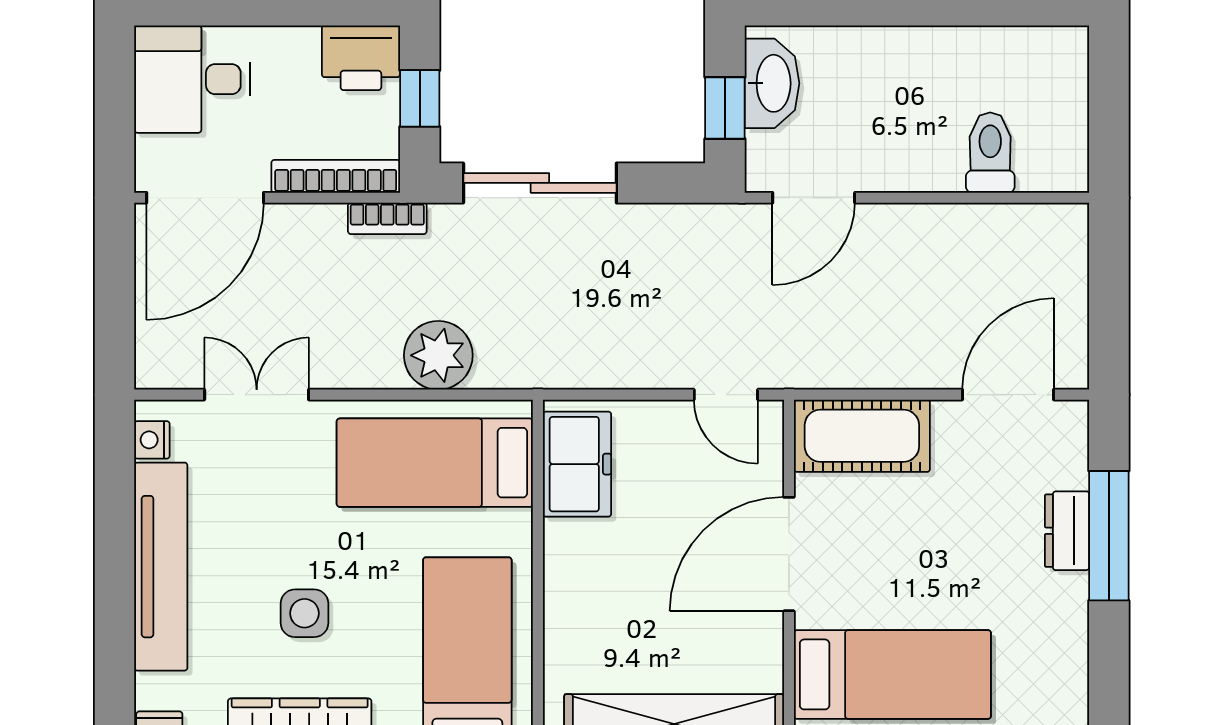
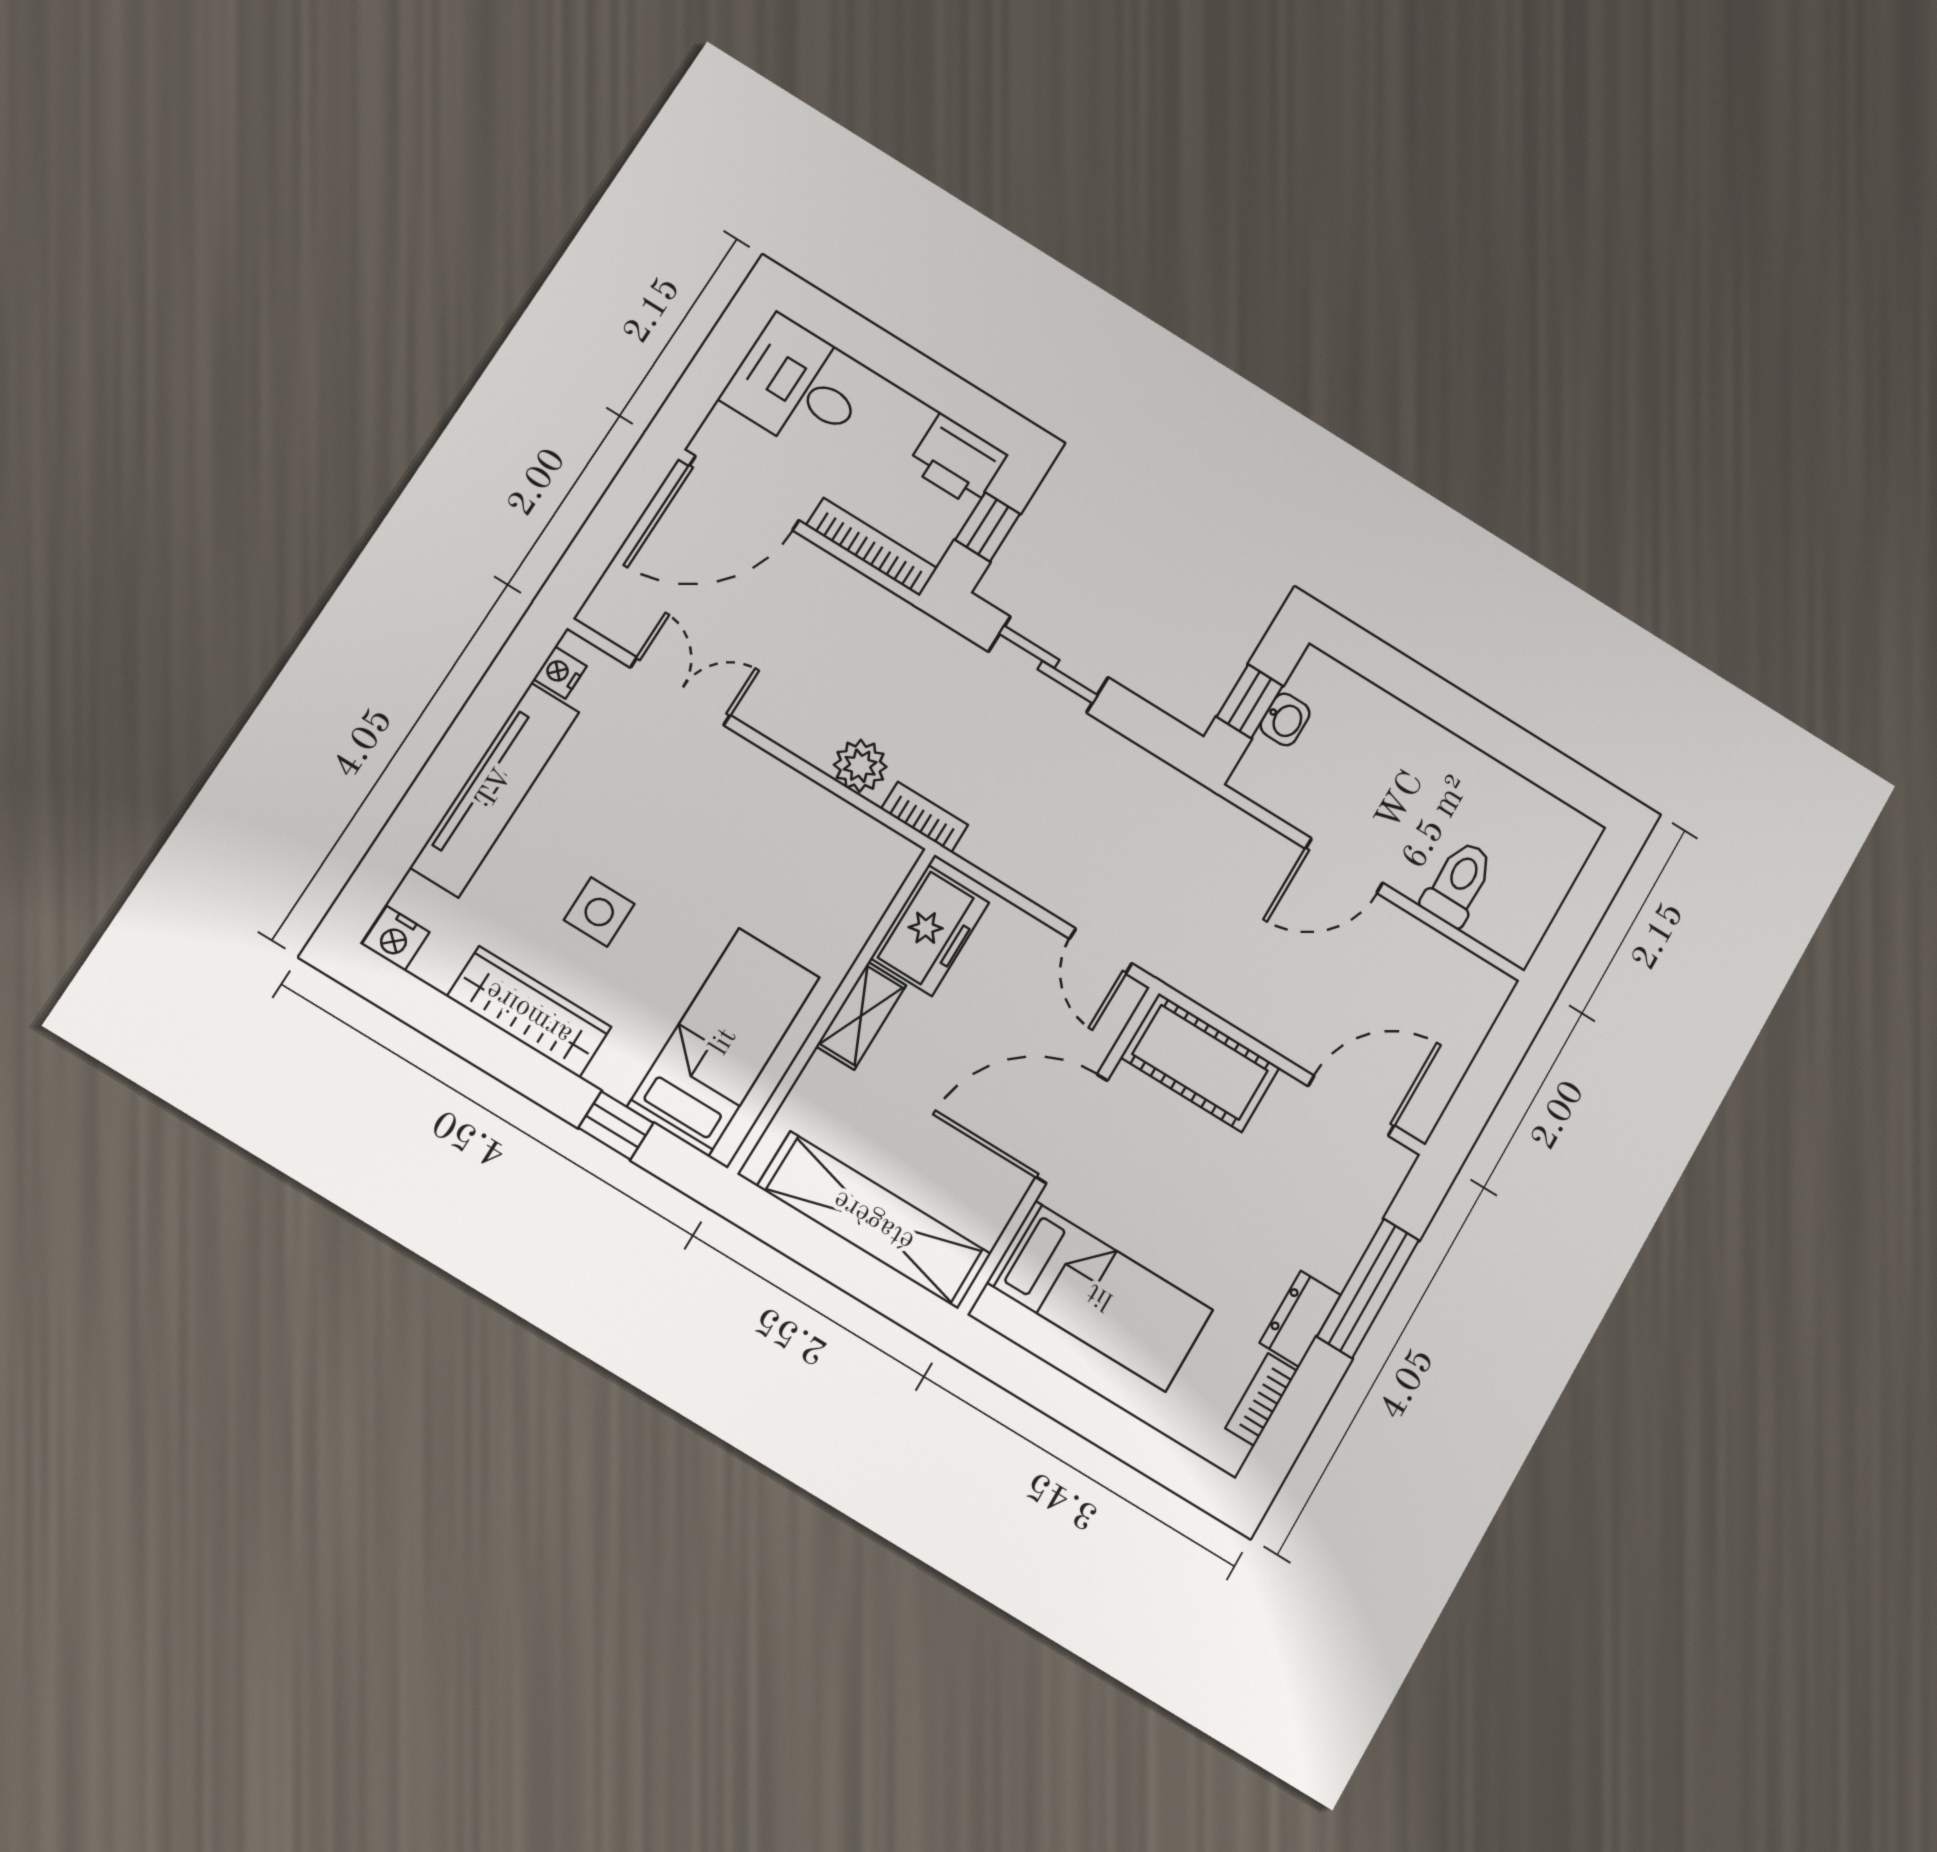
washbasin: (772, 83) -> (1285, 719), width x0.52, depth x0.69
sliding door: (540, 183) -> (1048, 665), width x0.73
door: (814, 198) -> (1344, 866), moved
bookcase: (387, 218) -> (925, 817), moved, turned 180
plant: (438, 355) -> (860, 766), width x0.73, depth x0.73
bed: (435, 463) -> (803, 850), removed
dresser: (1067, 531) -> (1300, 1319), moved
shelving: (564, 567) -> (861, 1016), added
bookcase: (1073, 678) -> (1261, 1400), added

